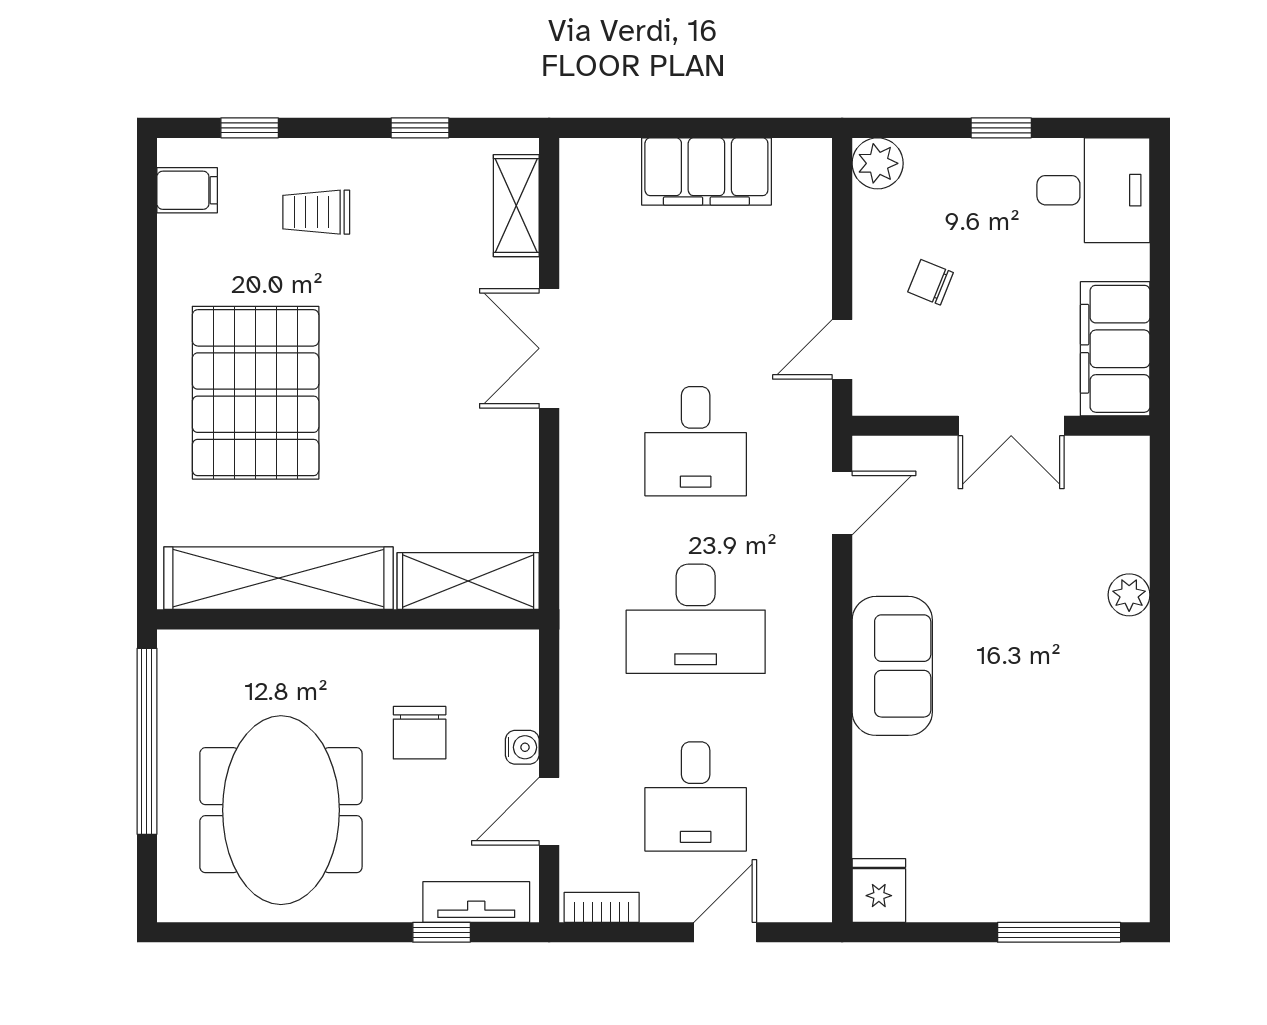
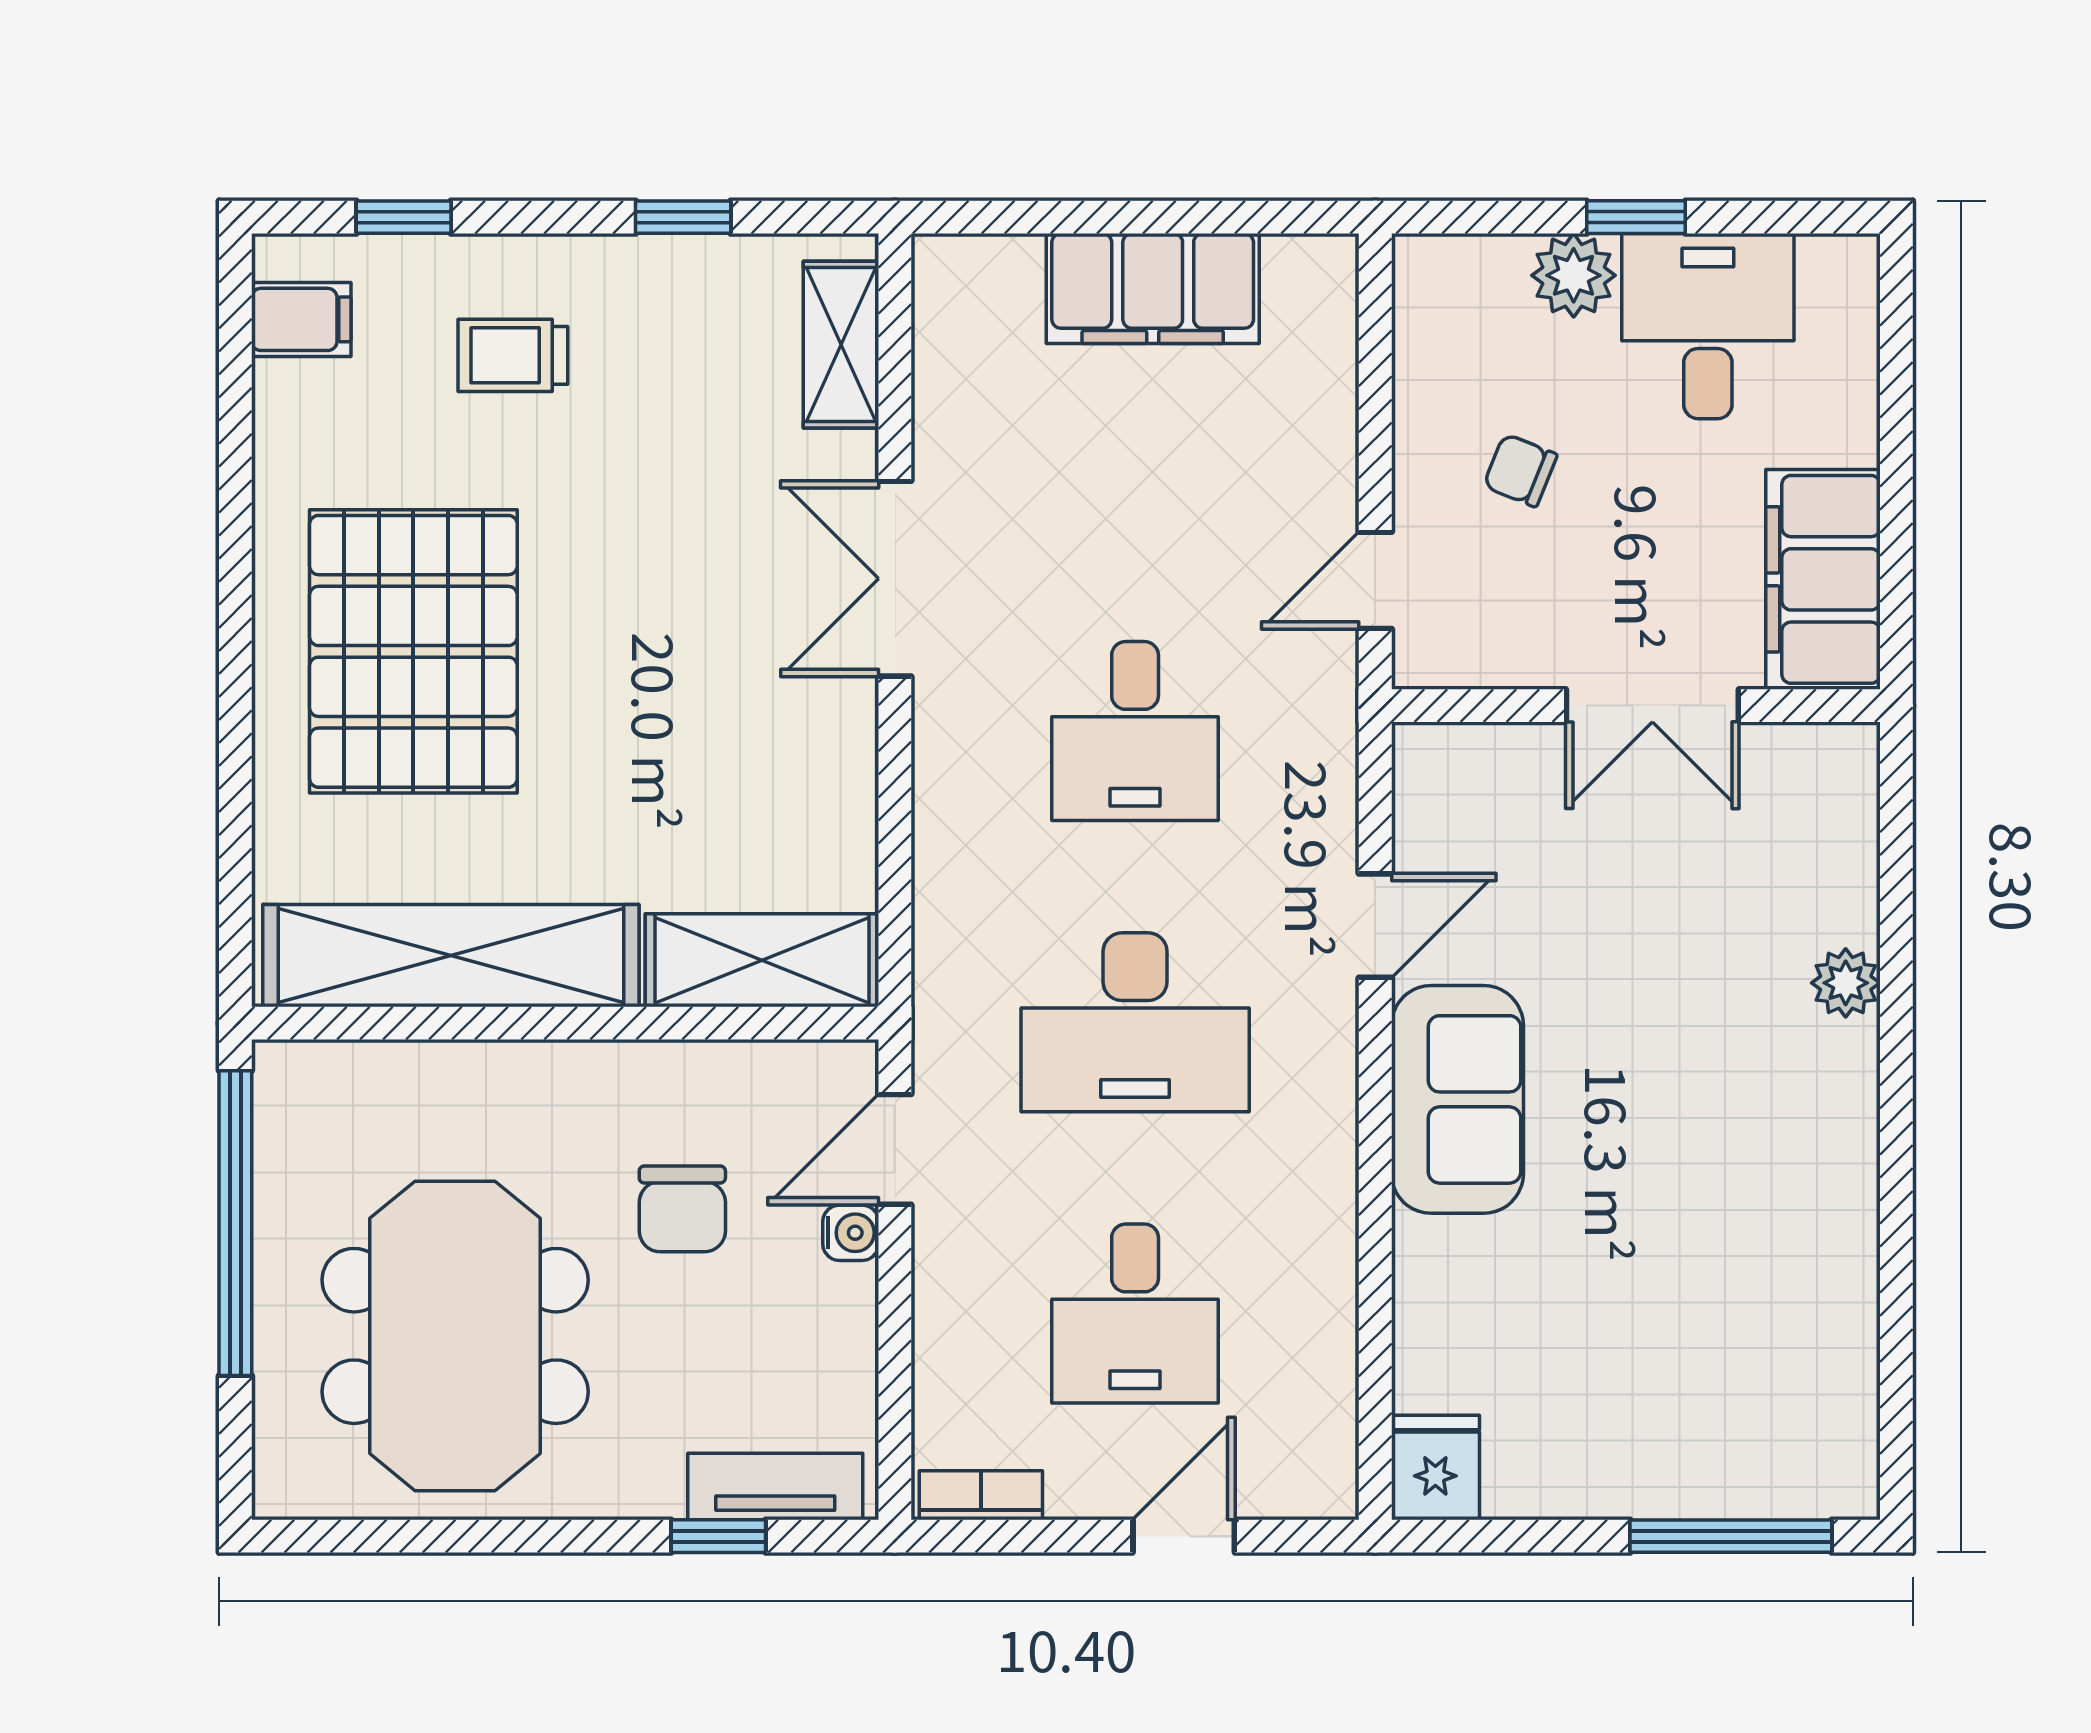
plant: (878, 163) -> (1574, 275), moved
desk: (1093, 190) -> (1708, 326), moved, turned -90
door: (842, 503) -> (1375, 926), moved
door: (549, 811) -> (895, 1149), moved

